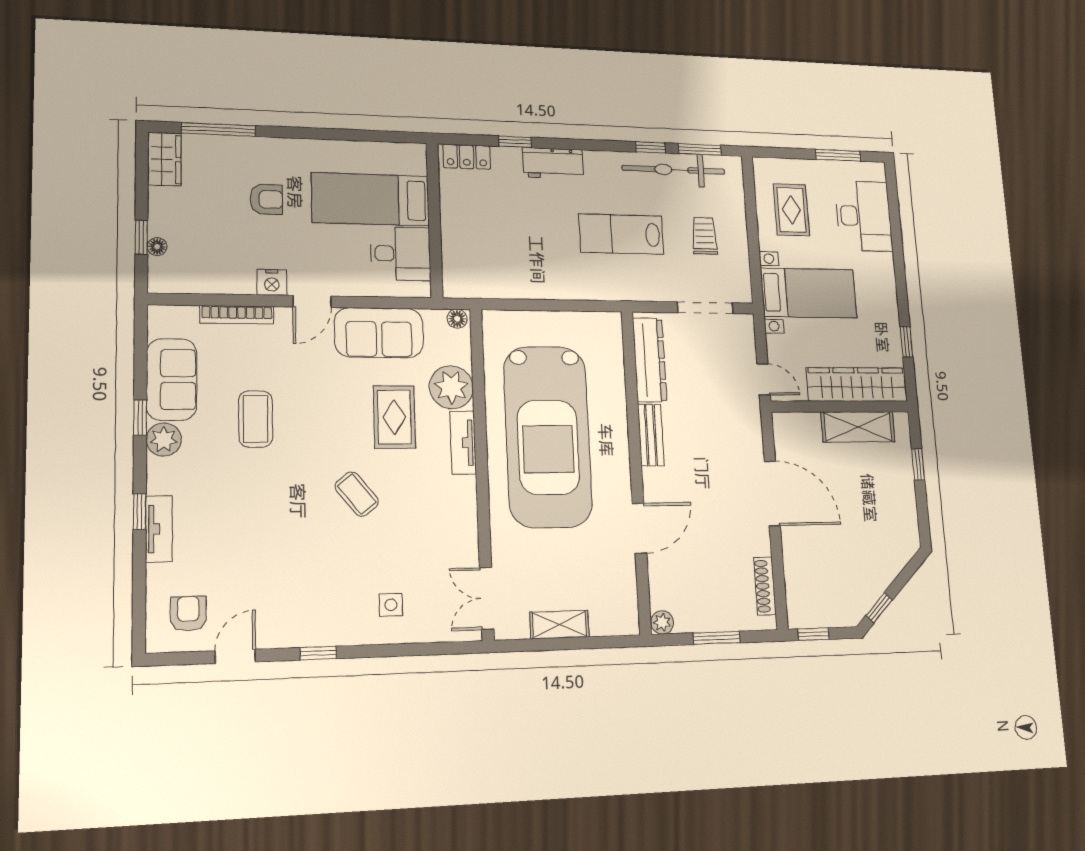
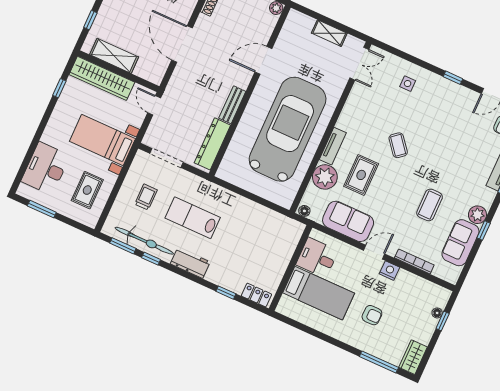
workbench: (553, 163) -> (190, 263), moved
armchair: (266, 199) -> (372, 315), turned 180
lab bench: (621, 234) -> (193, 218), turned 180
trolley: (704, 236) -> (146, 197), turned 180

